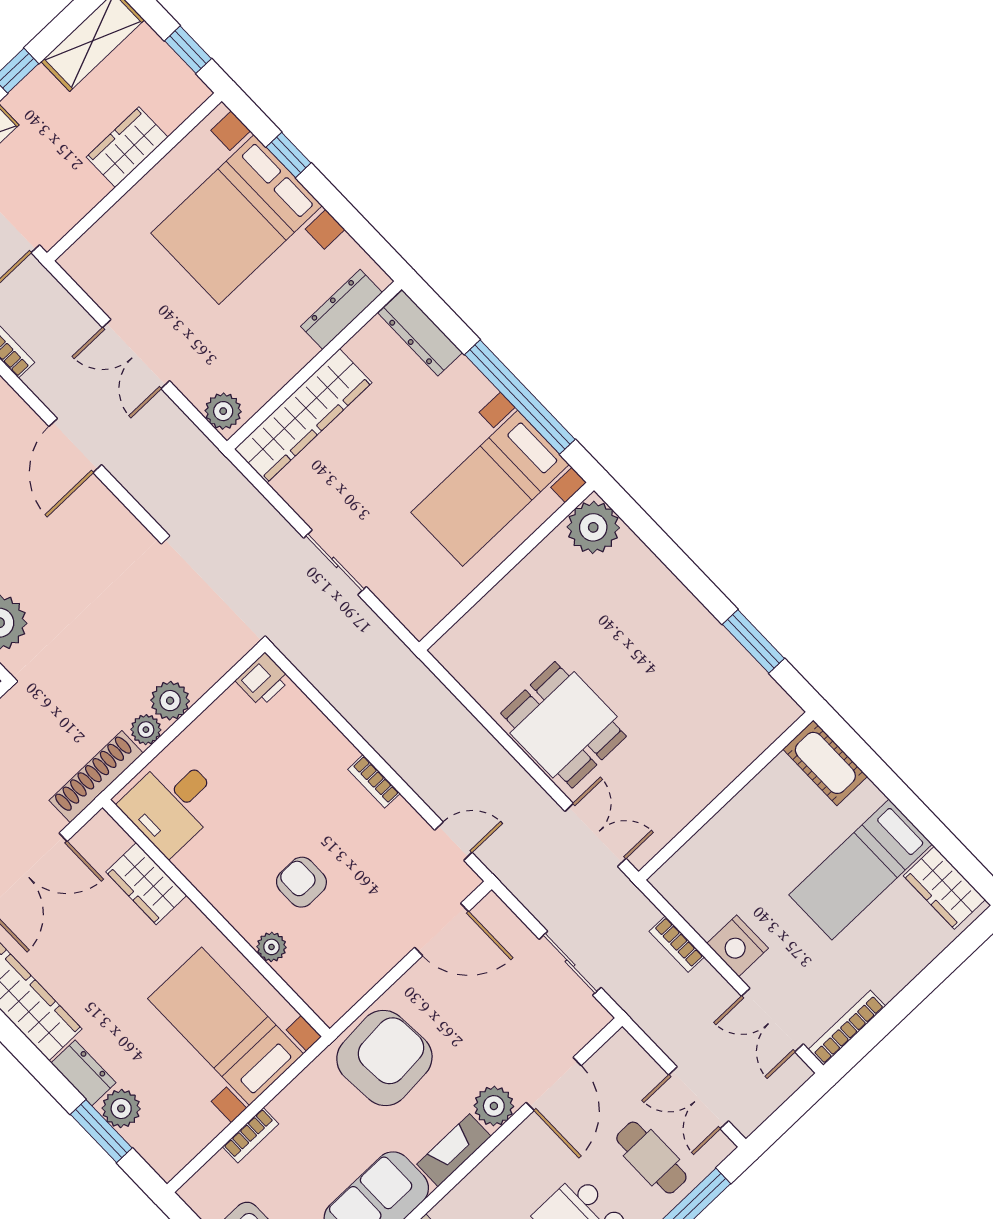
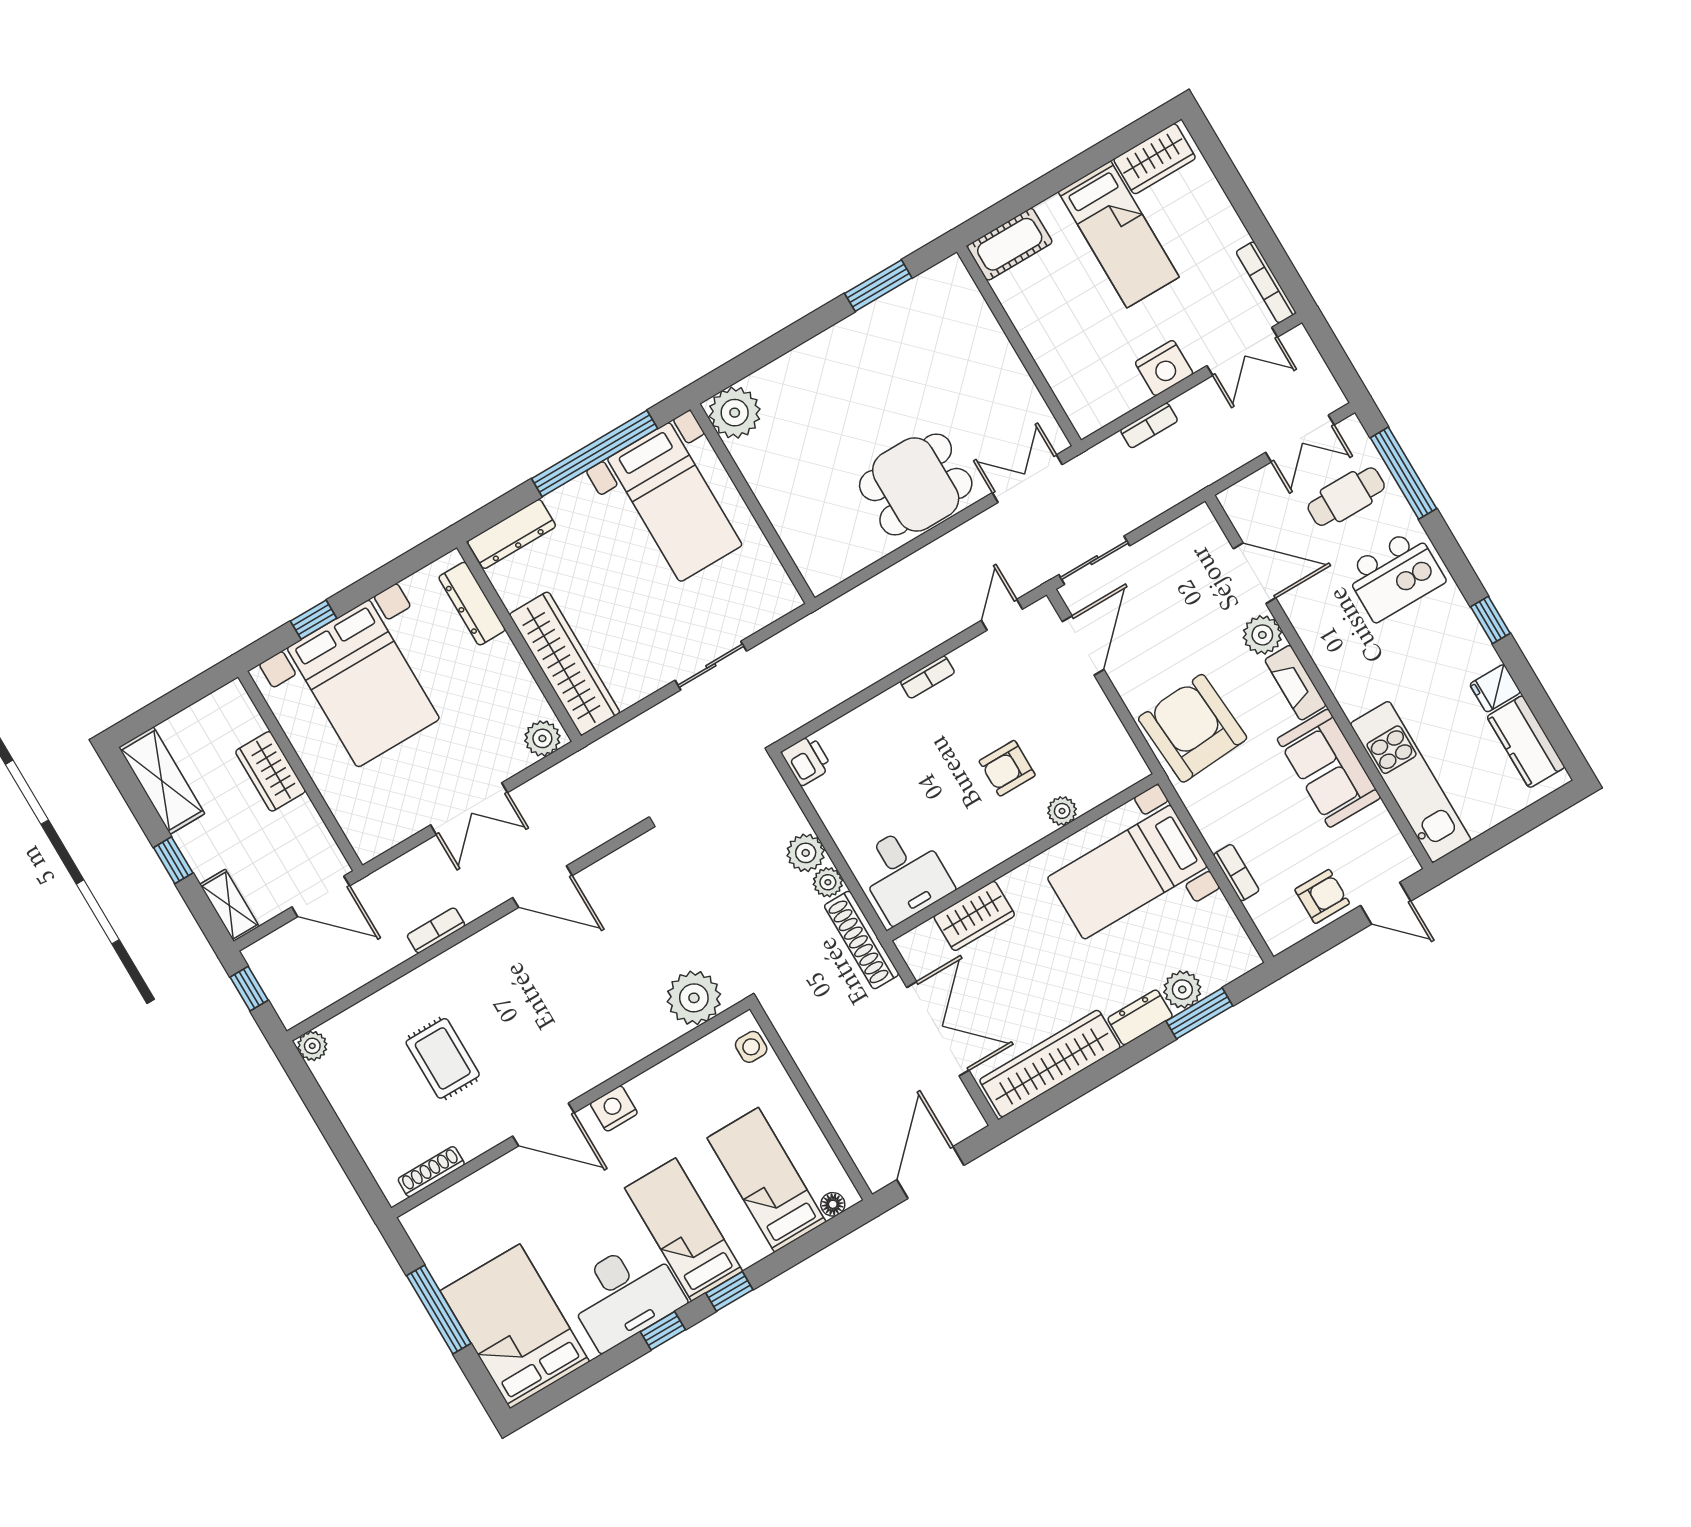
window: (188, 50) -> (191, 692), removed
sliding door: (570, 963) -> (1094, 560), moved

